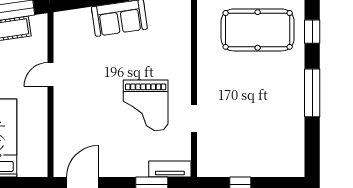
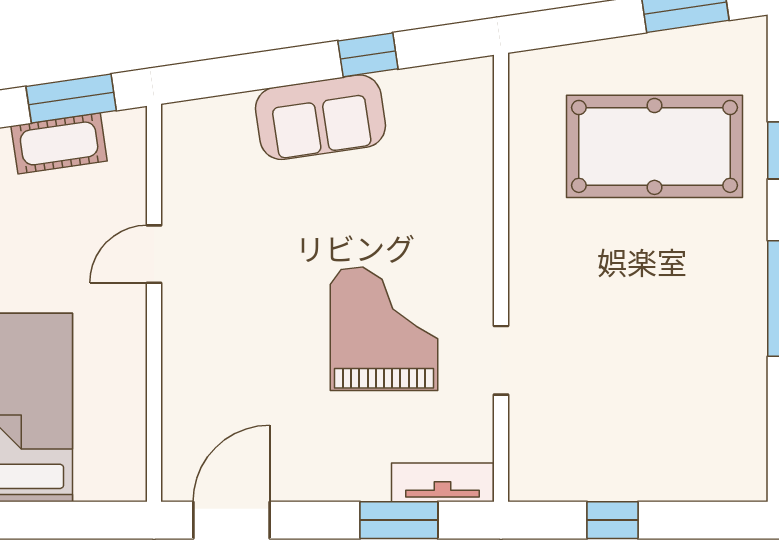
grand piano: (146, 105) -> (384, 329), turned 180

